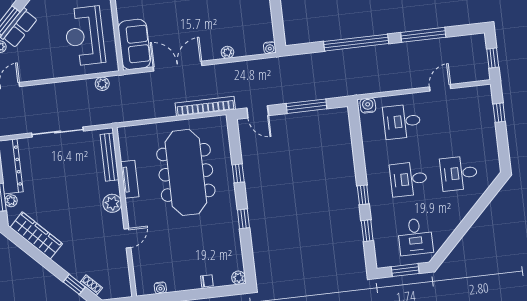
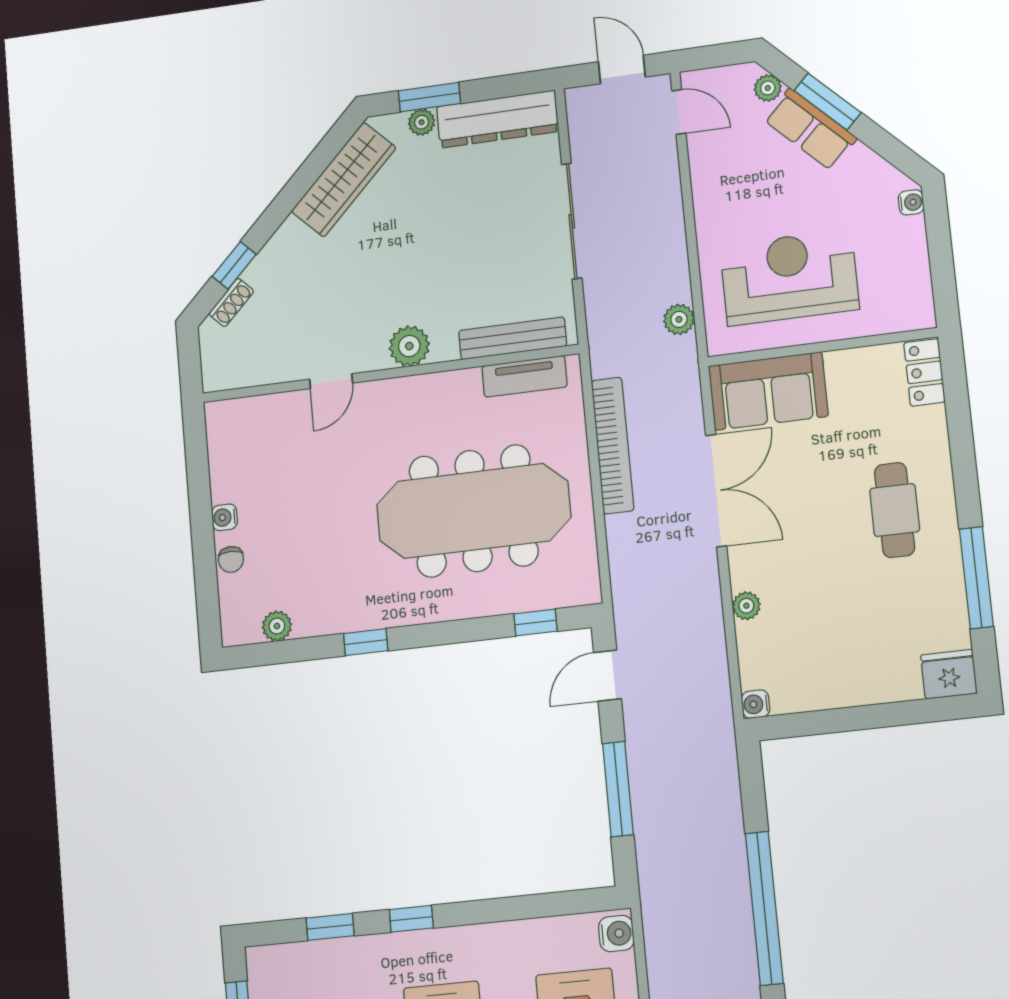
bookcase: (205, 106) -> (612, 446), moved
window: (238, 173) -> (535, 622), moved
tv unit: (130, 179) -> (525, 376), moved
door: (127, 238) -> (331, 381), hinge flipped
plant: (239, 278) -> (277, 626), moved
water cooler: (160, 288) -> (224, 517), moved

